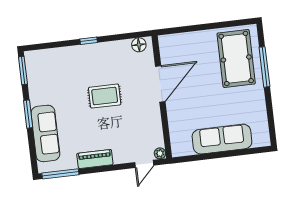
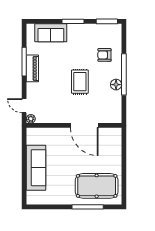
window: (89, 41) -> (124, 74), width x3.17
floor lamp: (139, 45) -> (116, 85), moved
armchair: (67, 68) -> (104, 55), added
sofa: (45, 133) -> (51, 33), width x0.73
window: (60, 174) -> (24, 62), moved

